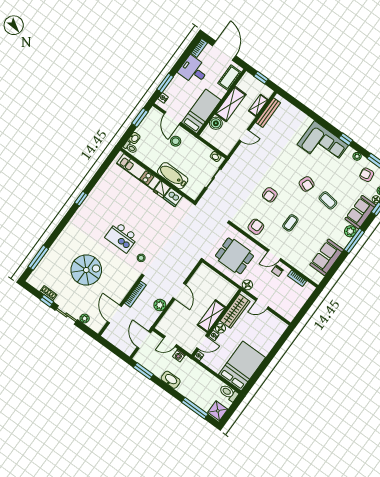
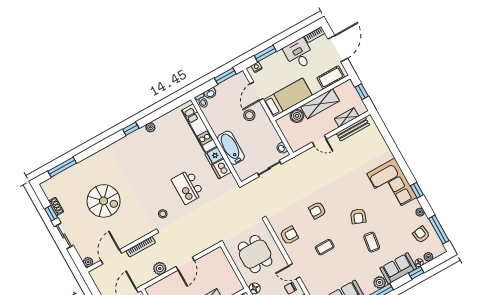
plant: (97, 190) -> (150, 127), added
kitchen island: (122, 237) -> (188, 187), moved
plant: (85, 319) -> (88, 262), moved

